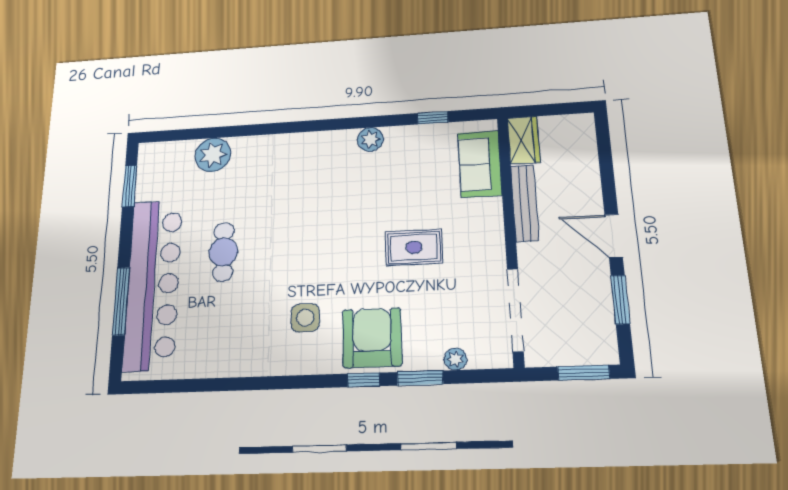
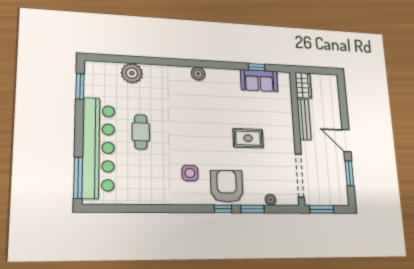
plant: (370, 139) -> (198, 74), moved
sofa: (480, 164) -> (259, 81), moved, turned -90
window: (121, 301) -> (78, 178), moved
window: (584, 373) -> (322, 209), moved

